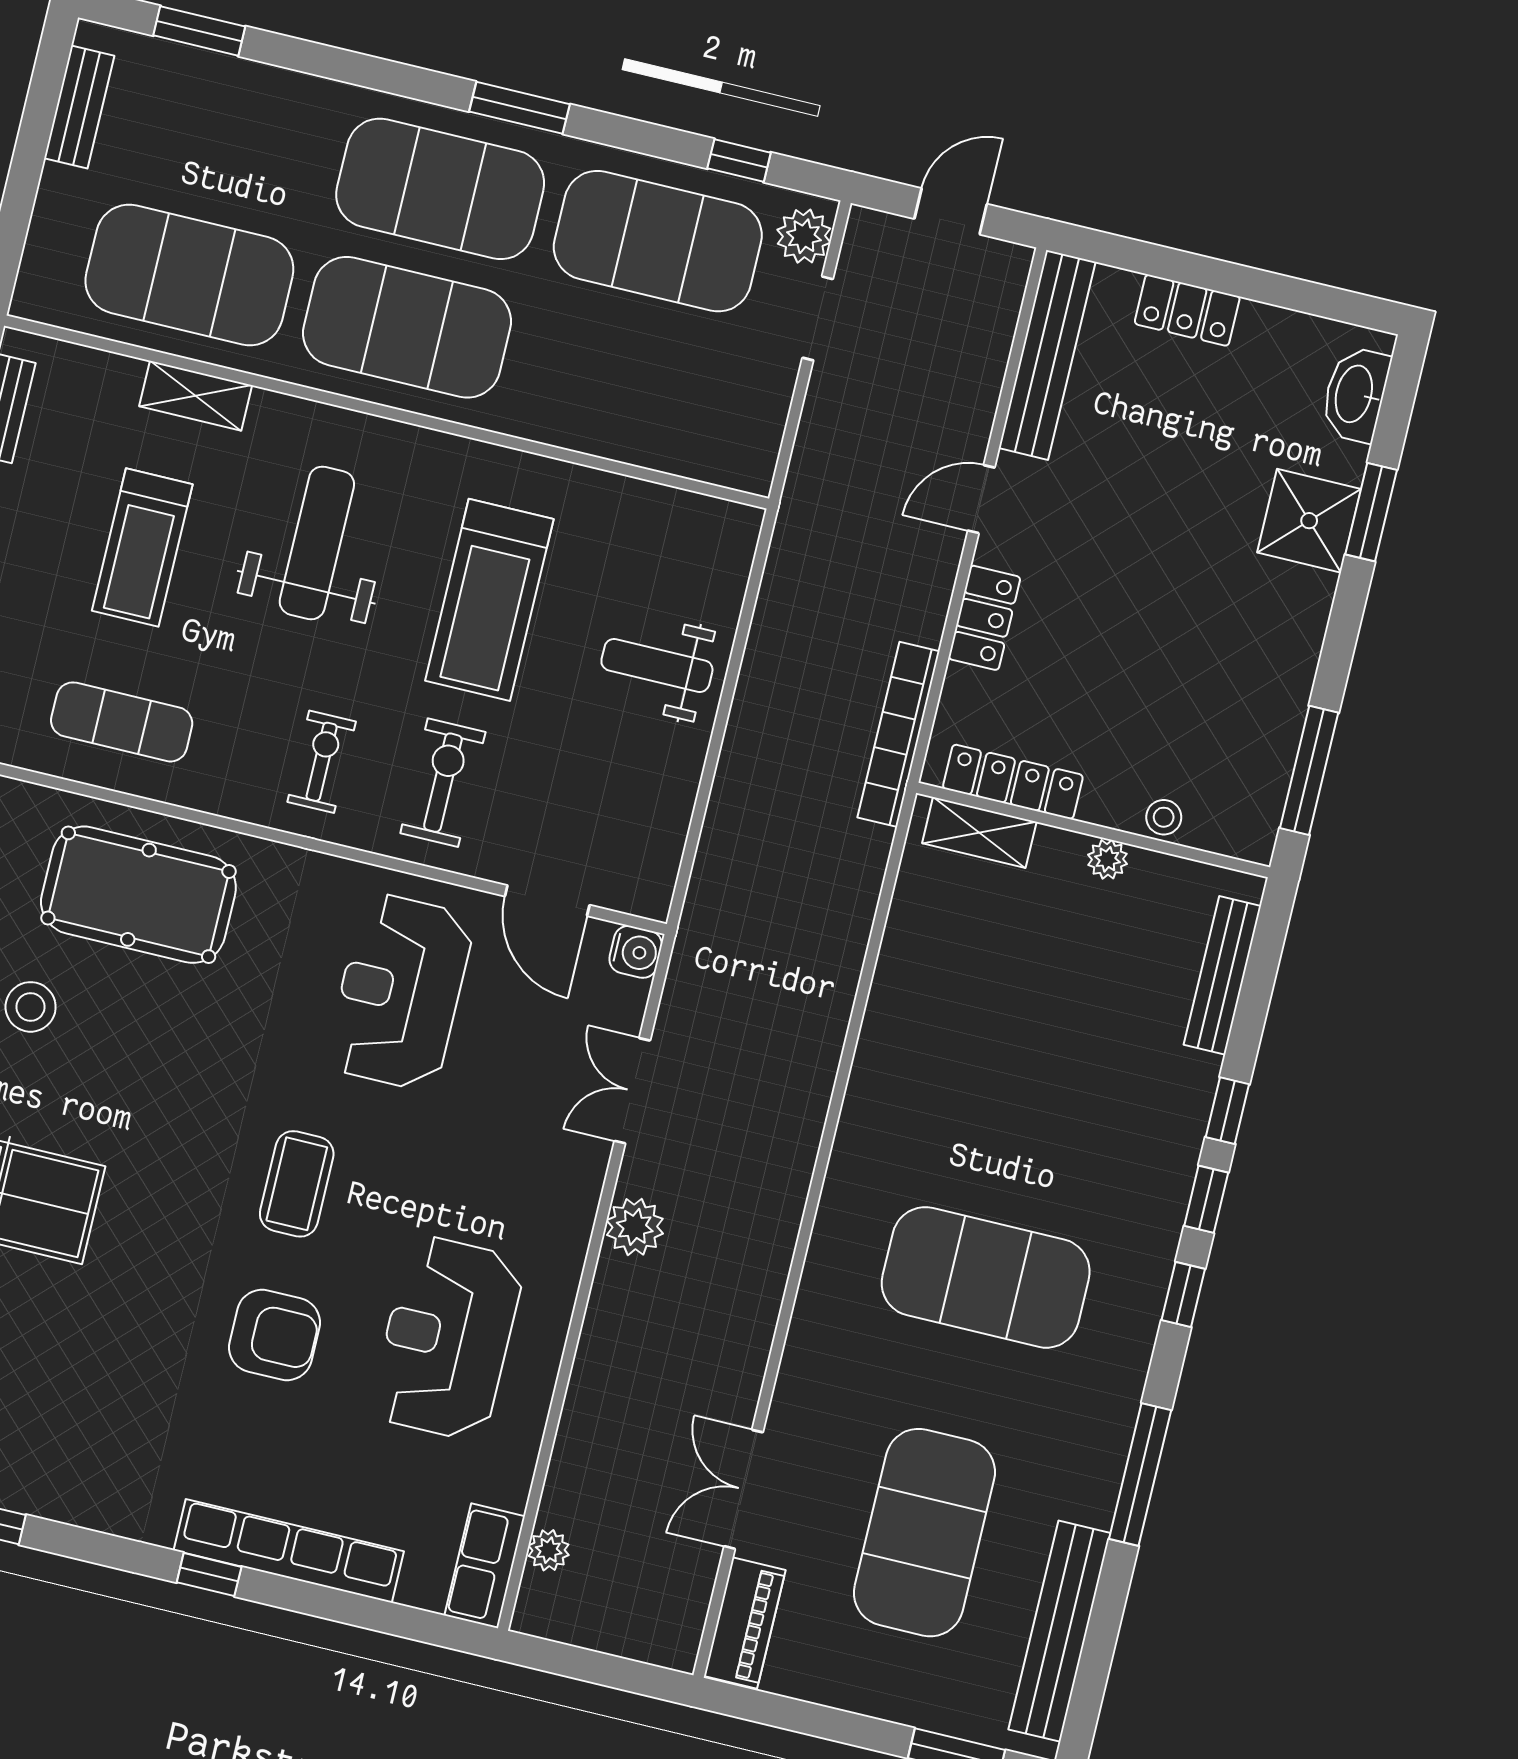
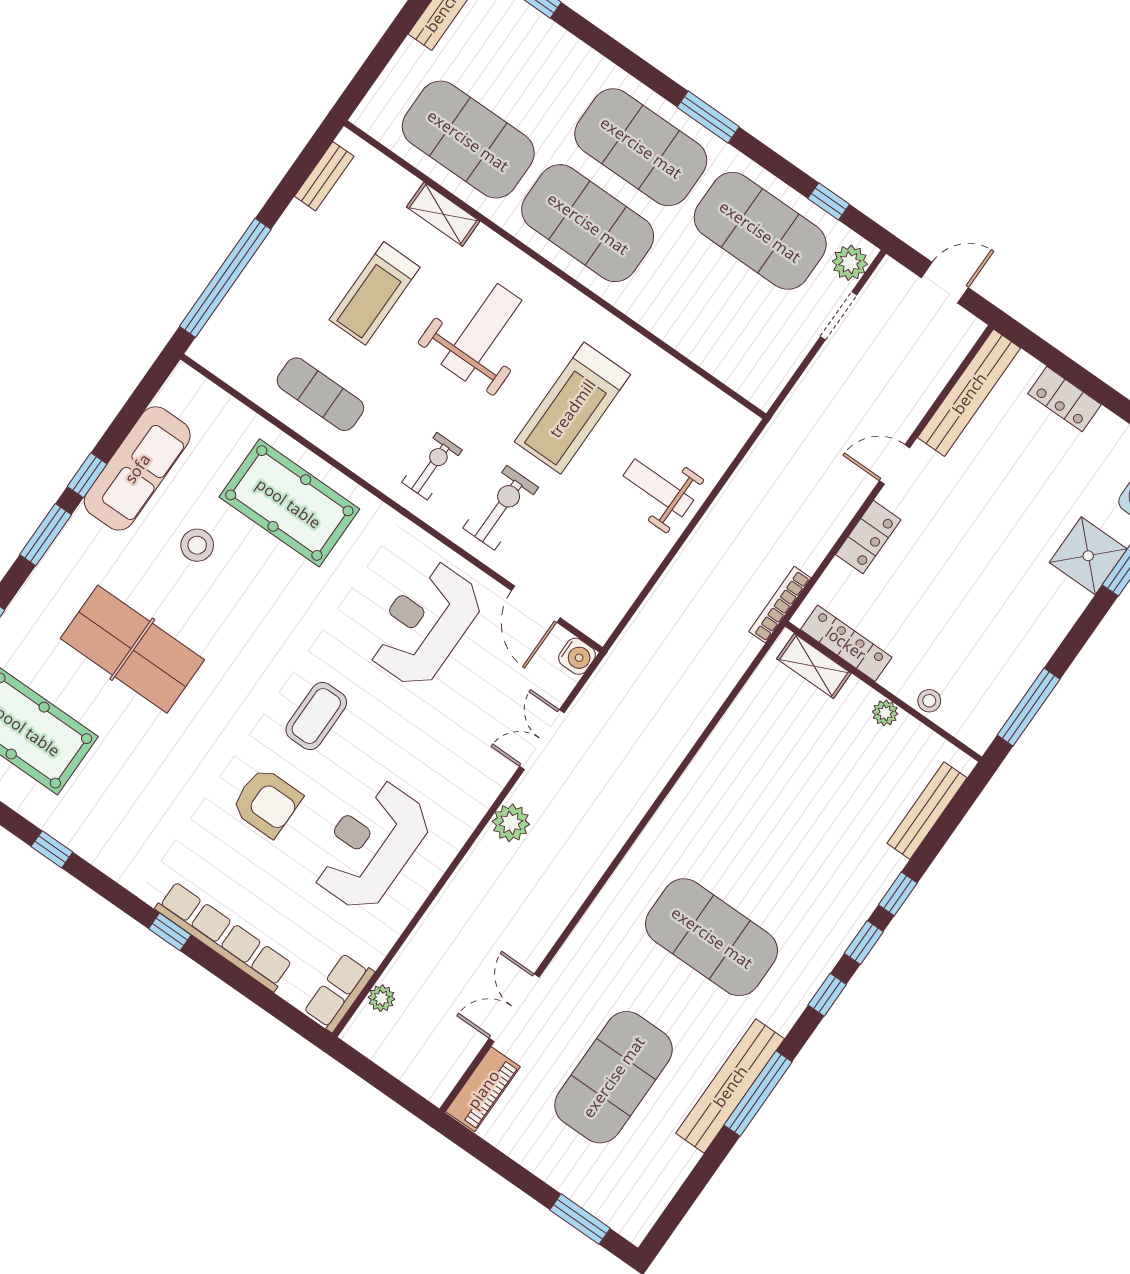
bookcase: (898, 734) -> (780, 605), width x0.68, depth x0.76
bench: (1059, 1631) -> (730, 1086), moved

